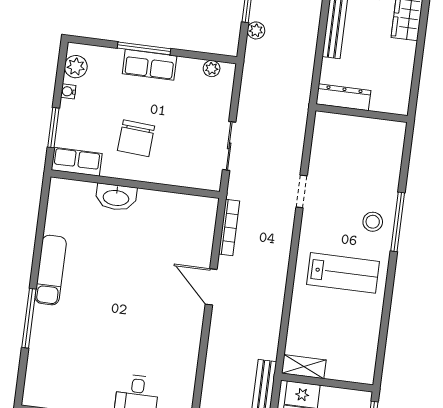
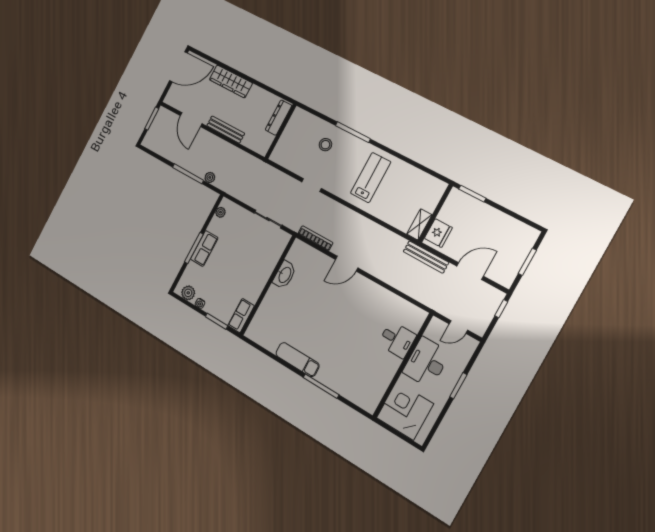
dresser: (343, 97) -> (279, 118), moved
chair: (136, 138) -> (242, 274), removed
washbasin: (116, 197) -> (284, 275), moved
stool: (373, 222) -> (325, 145), moved

